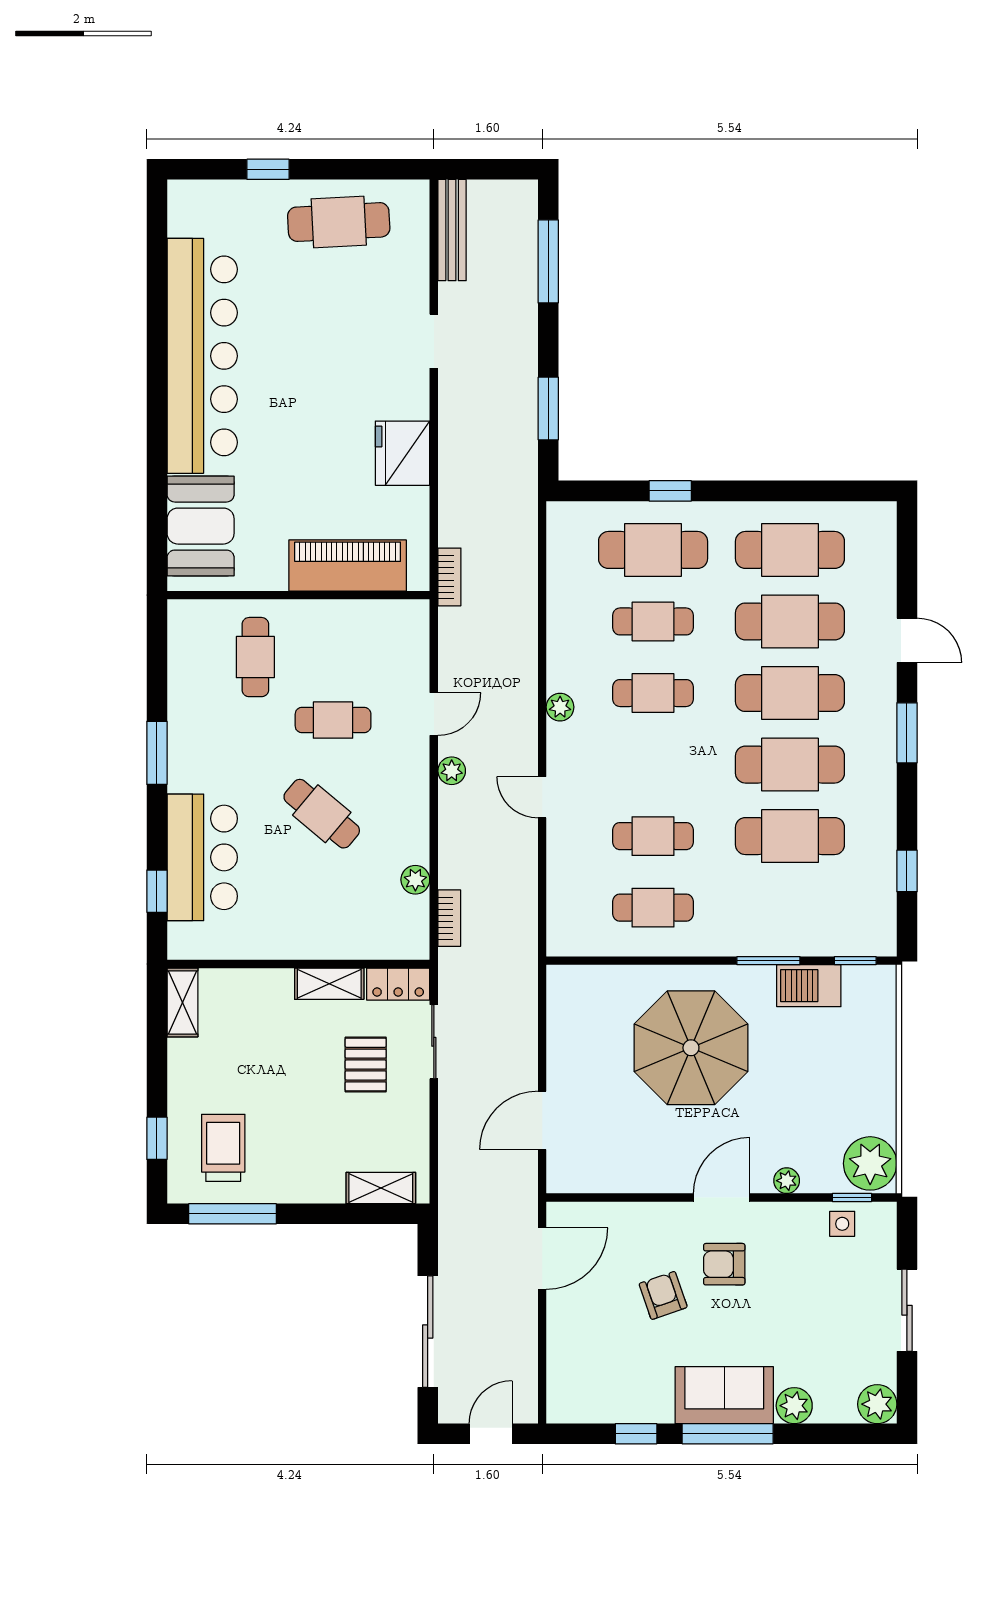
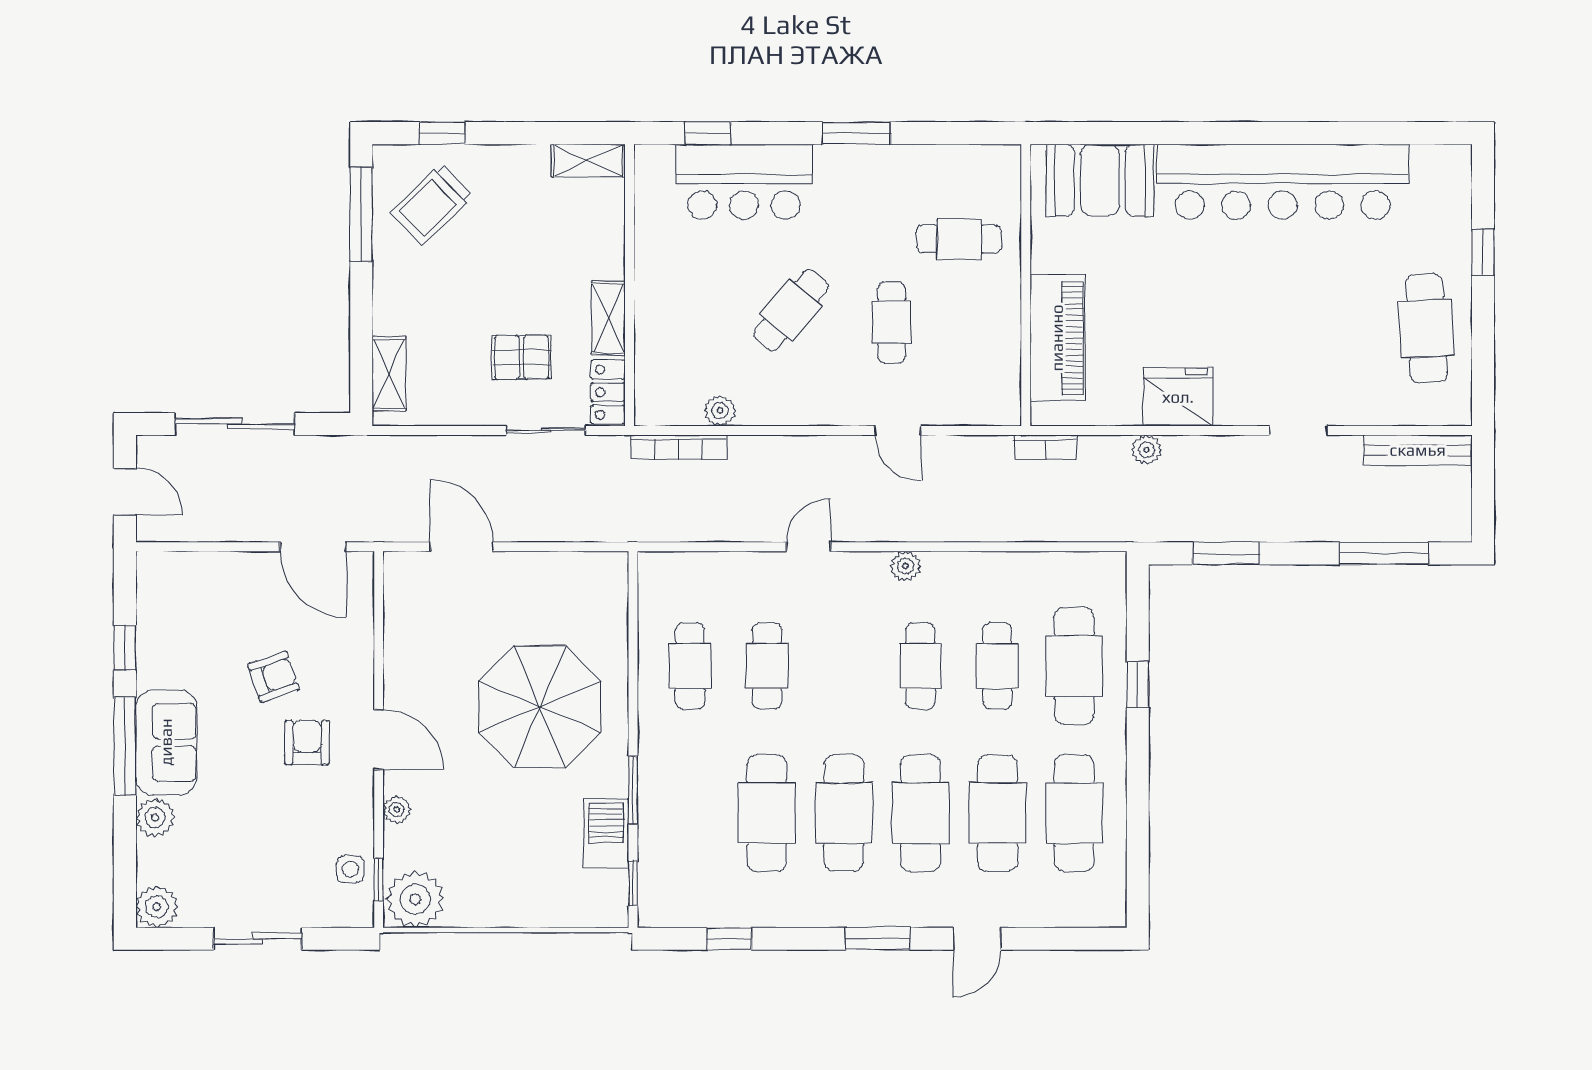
plant: (452, 771) -> (1147, 450), moved
bookcase: (449, 918) -> (679, 447), width x1.56
trolley: (223, 1148) -> (432, 204), turned 136

